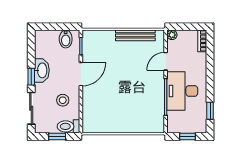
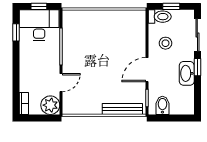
bench: (135, 35) -> (122, 109), moved
plant: (172, 35) -> (50, 105), width x1.87, depth x1.87
desk: (182, 91) -> (39, 25), moved, turned -90

